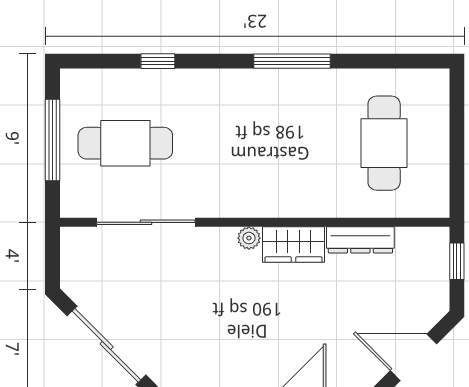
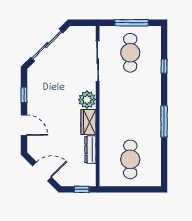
cafe table: (384, 143) -> (130, 159), turned 90
plant: (249, 238) -> (87, 100), width x1.88, depth x1.88
door: (414, 357) -> (42, 171), hinge flipped

